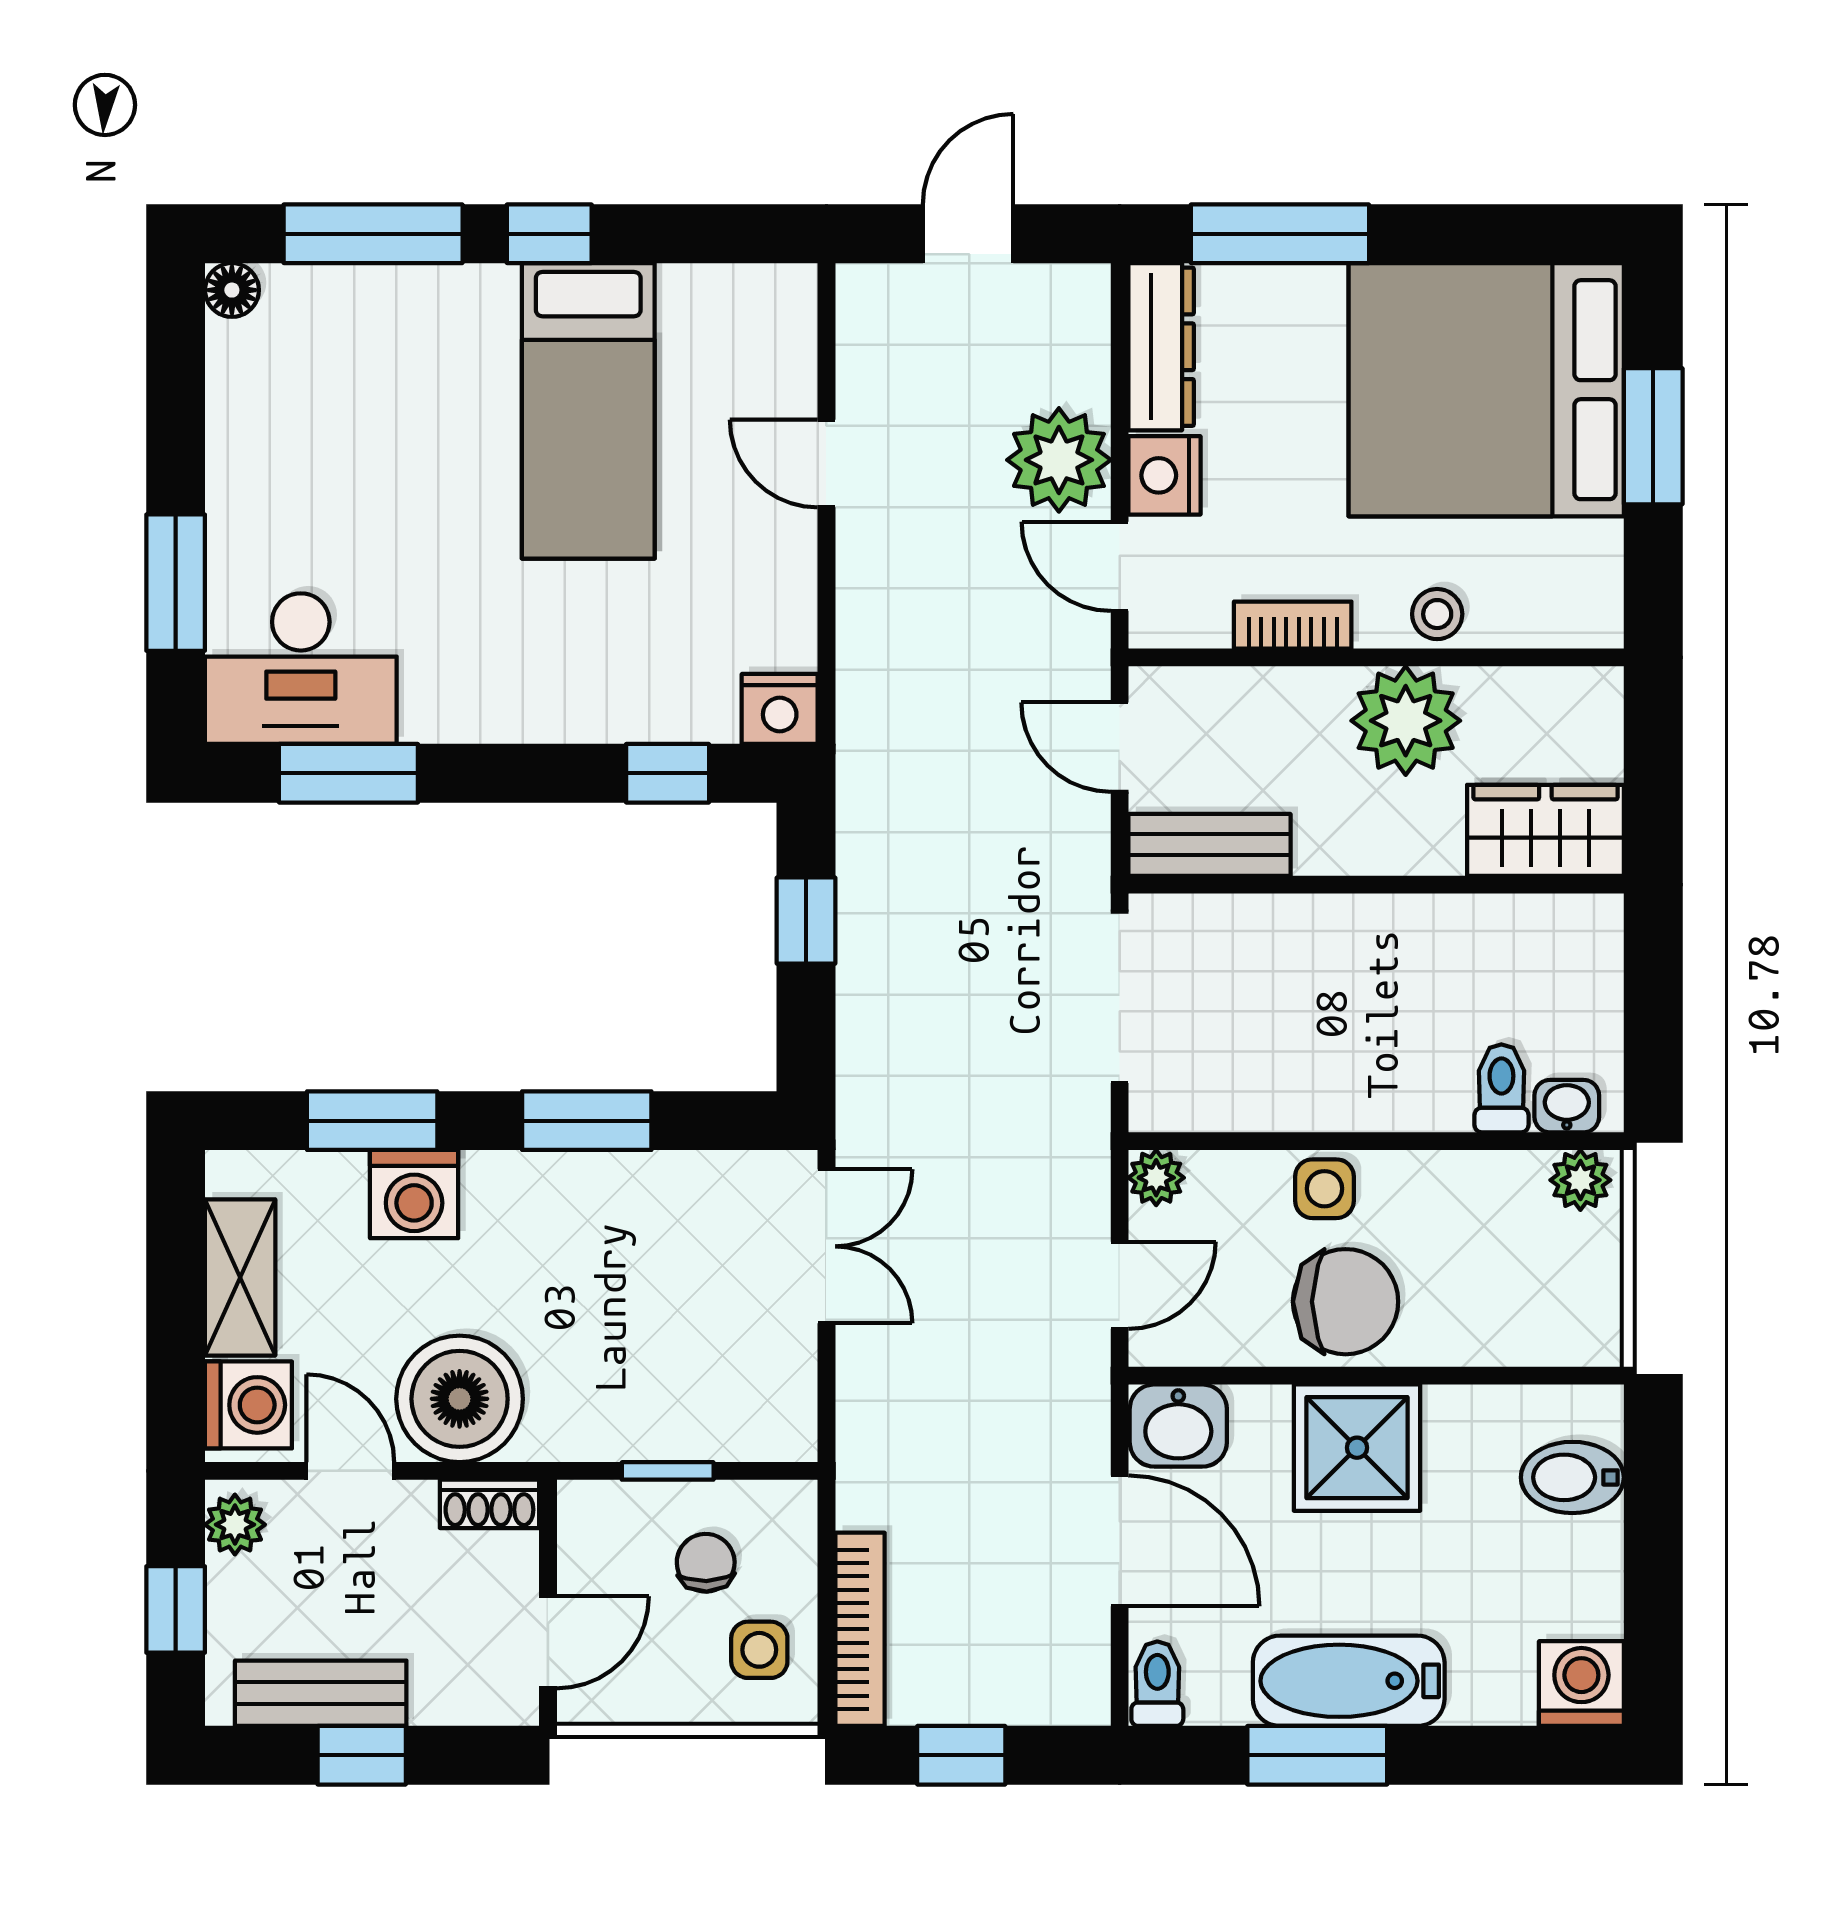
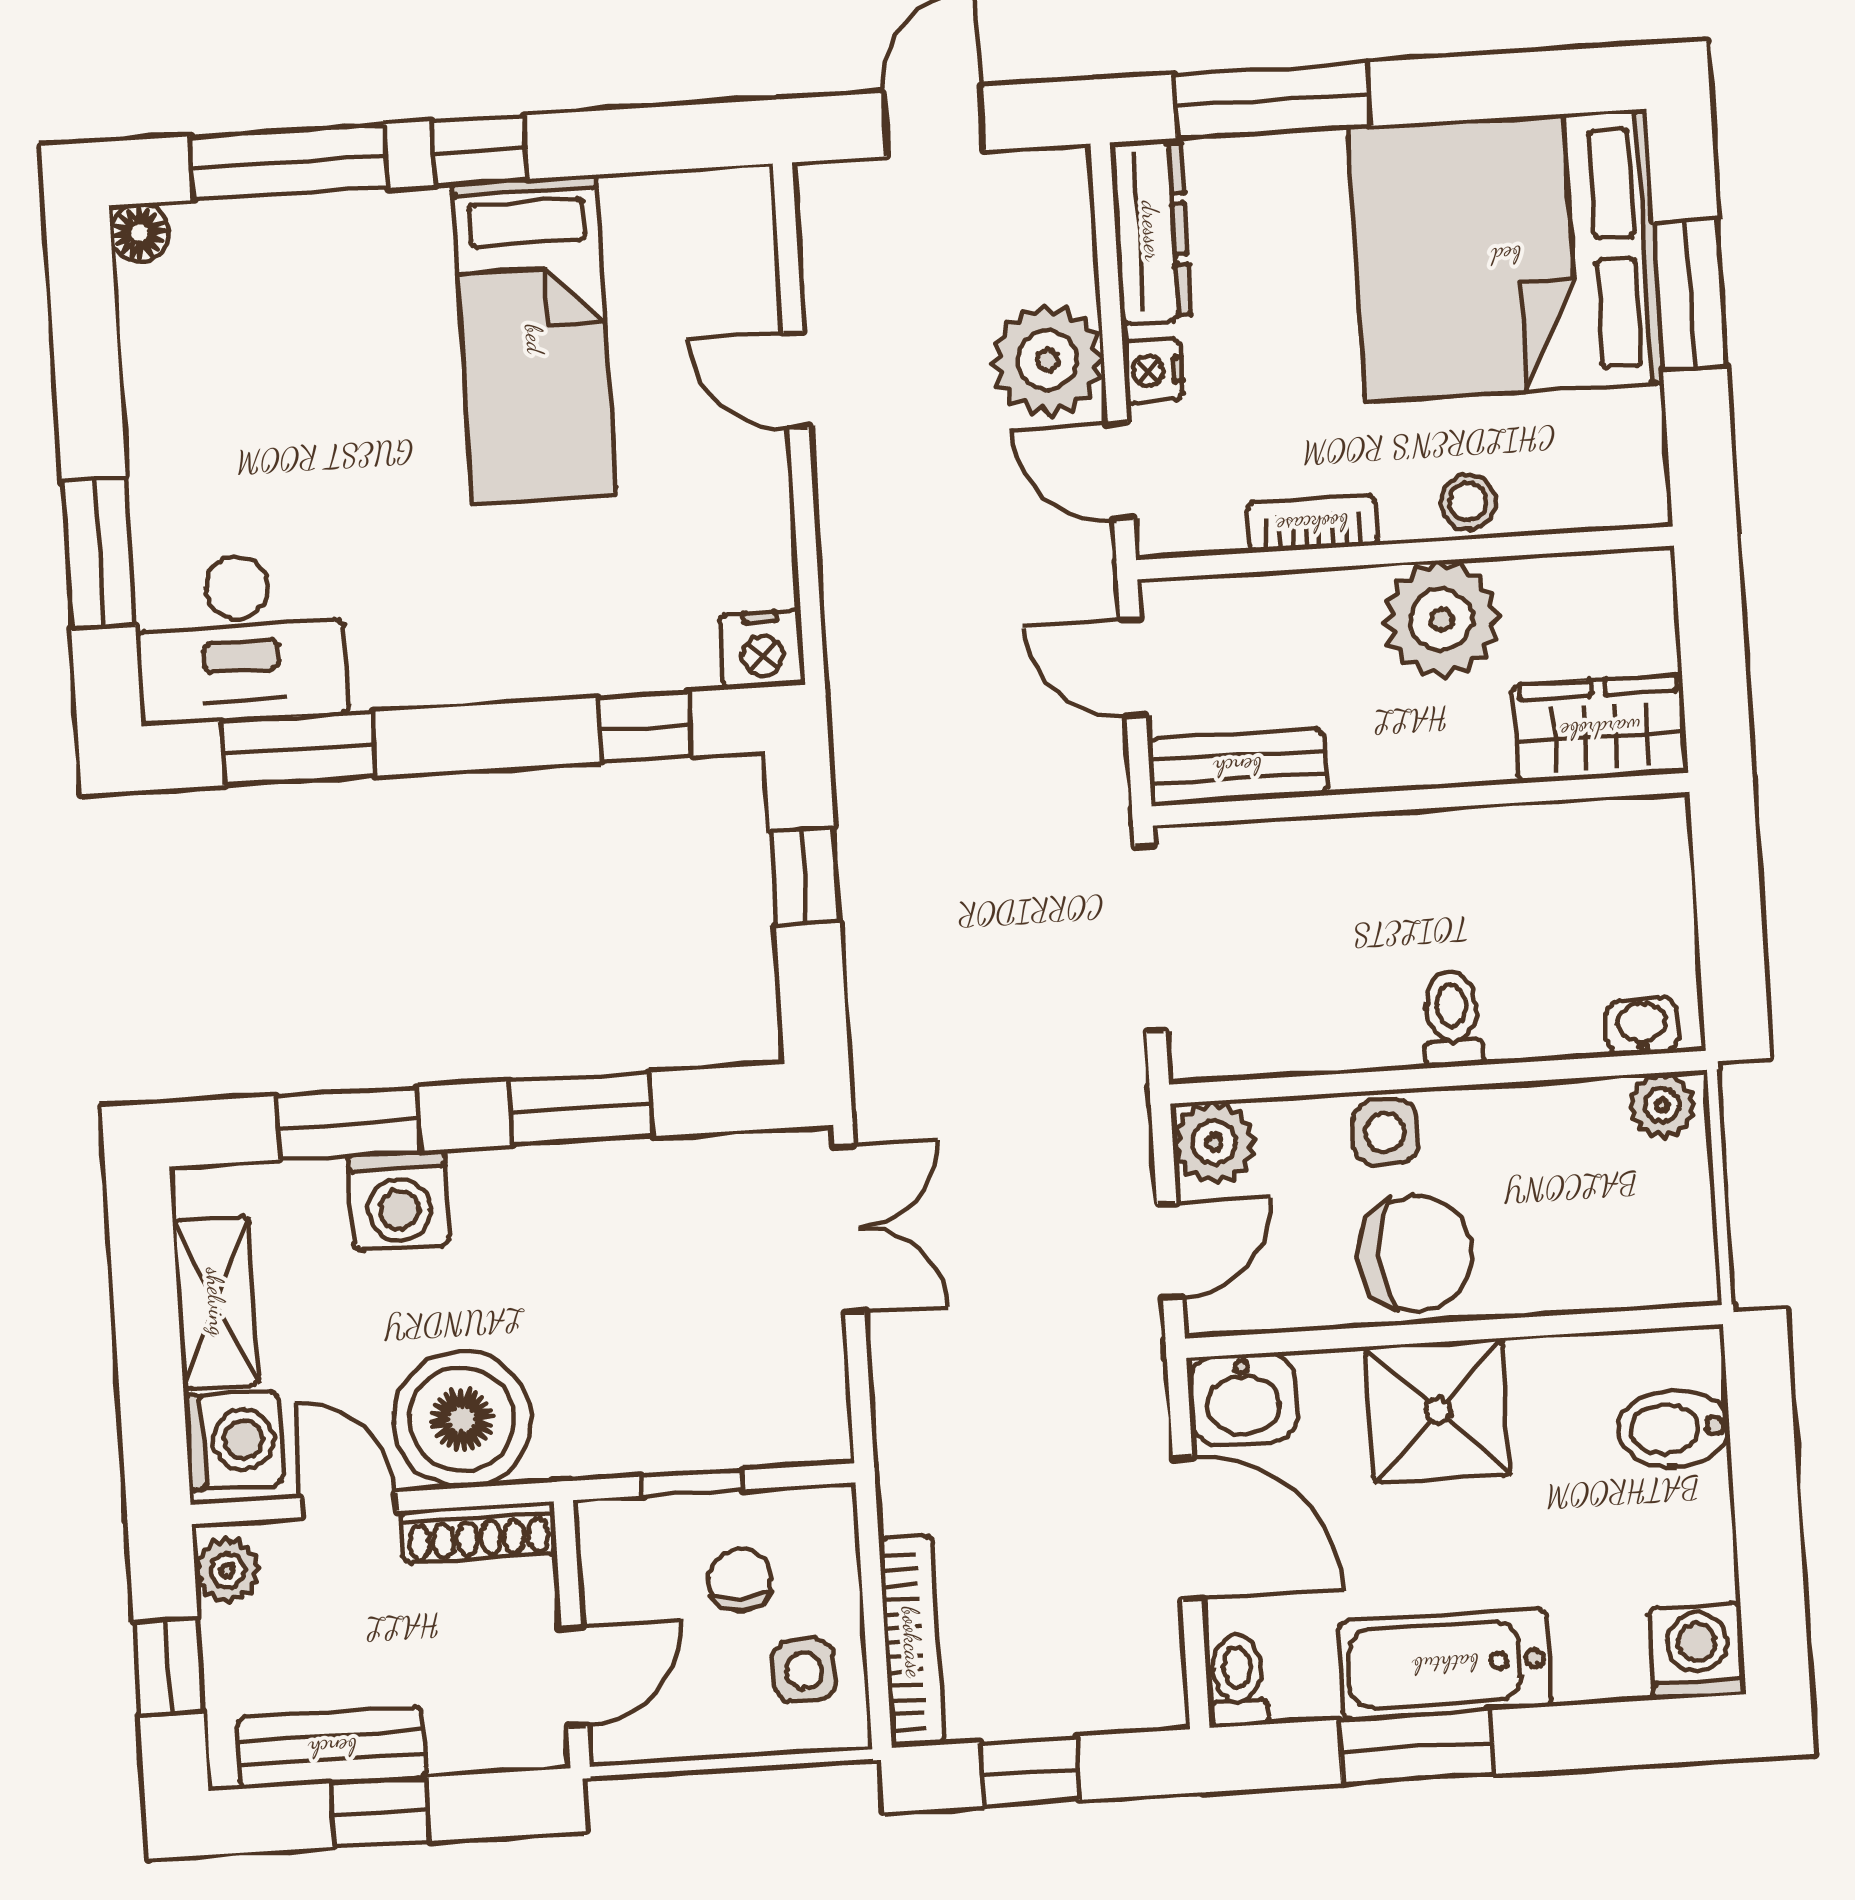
nightstand: (1165, 475) -> (1153, 371), width x0.72, depth x0.74
toilet: (1501, 1088) -> (1452, 1019), moved
plant: (1156, 1178) -> (1214, 1142), width x1.38, depth x1.38
shoe rack: (489, 1504) -> (479, 1532), width x1.43

